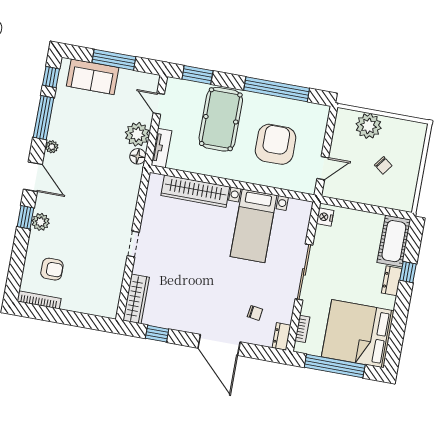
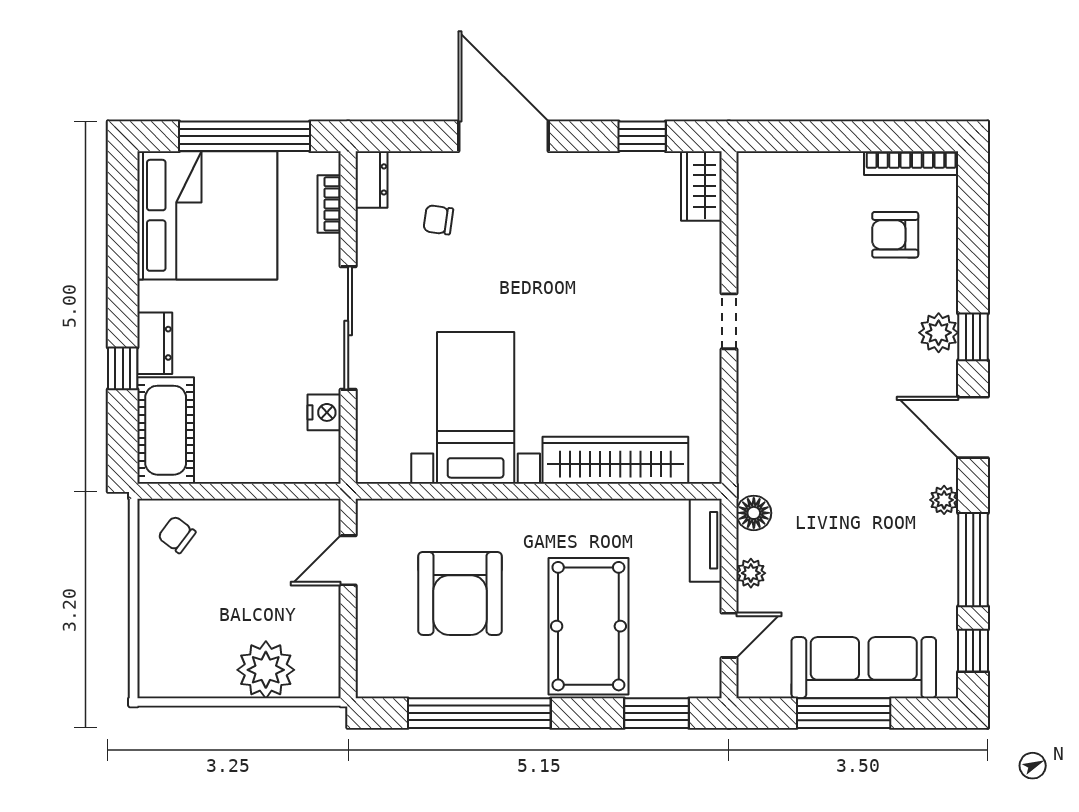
sofa: (93, 77) -> (864, 668), width x1.36
door: (159, 104) -> (729, 635), hinge flipped
plant: (137, 134) -> (751, 573), width x0.53, depth x0.53
chair: (383, 165) -> (177, 535), moved
nightstand: (325, 217) -> (324, 412), moved
wardrobe: (136, 299) -> (701, 186), width x0.67

